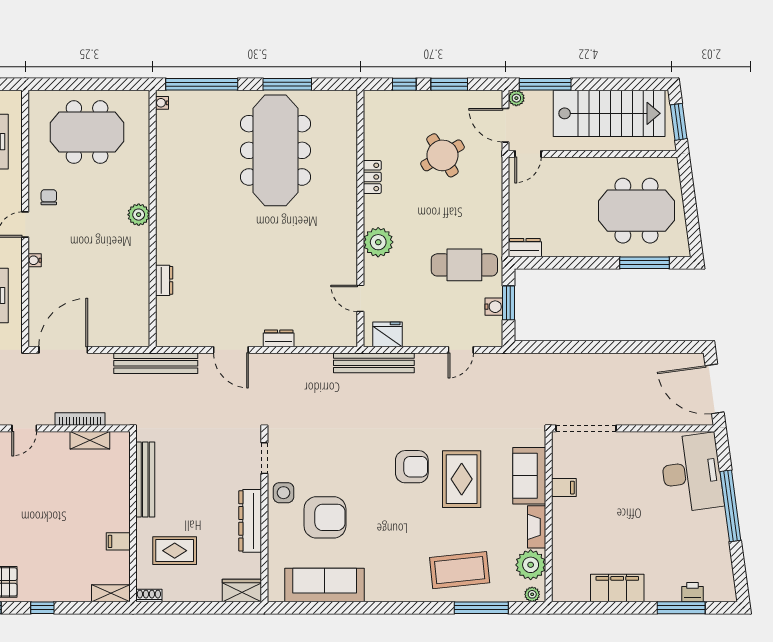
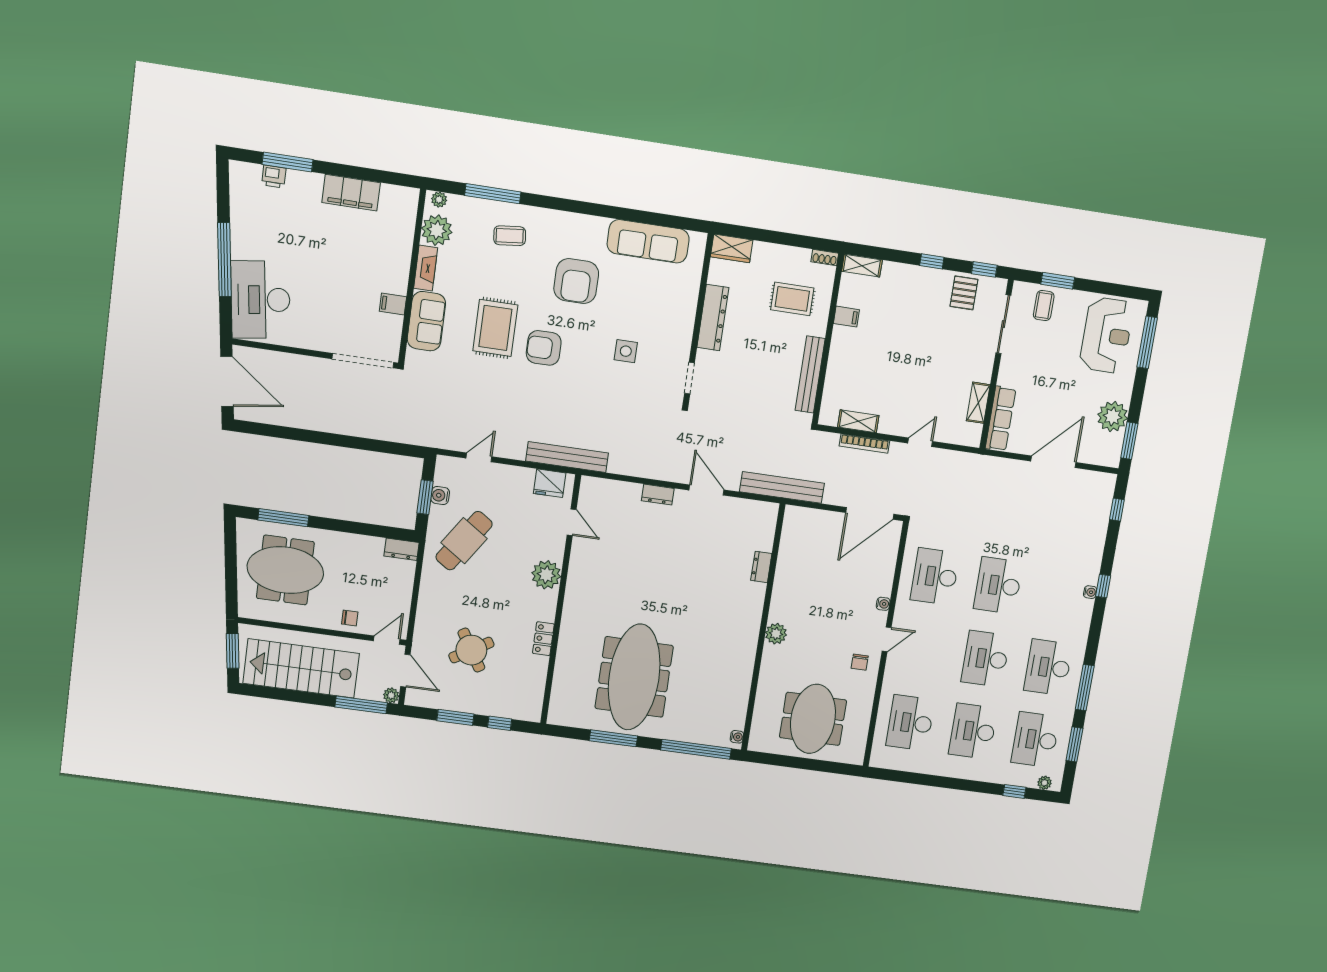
meeting table: (87, 132) -> (813, 719), turned 90
chair: (567, 171) -> (350, 618), added
cafe table: (464, 265) -> (464, 541), turned -56
side table: (284, 493) -> (626, 351), moved
armchair: (325, 517) -> (576, 281), moved, turned -90
coffee table: (460, 570) -> (510, 236), width x0.54, depth x0.58

